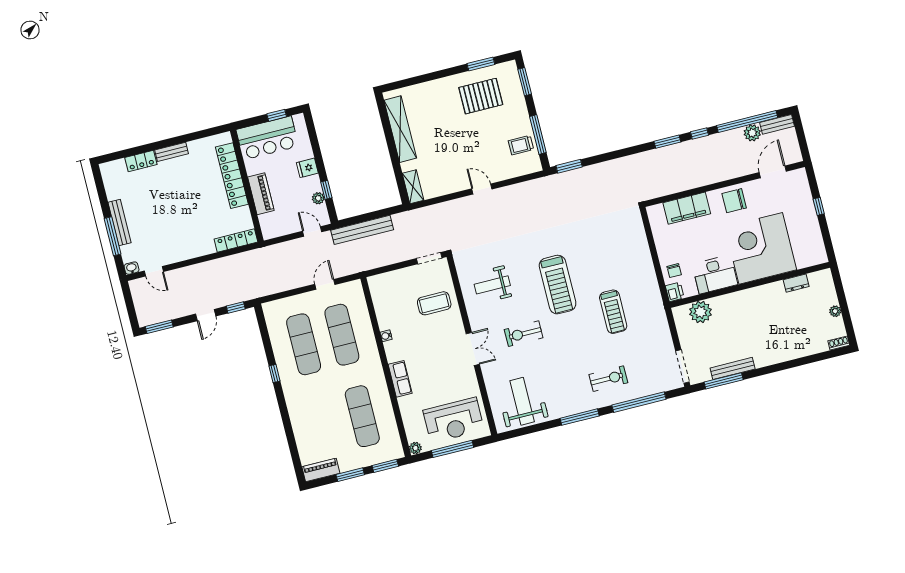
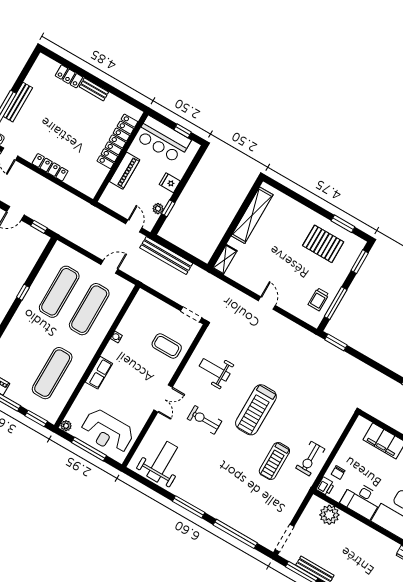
trolley: (521, 145) -> (318, 299), turned -90
locker: (236, 240) -> (50, 167), moved
exercise bike: (608, 379) -> (310, 459), moved, turned 90

